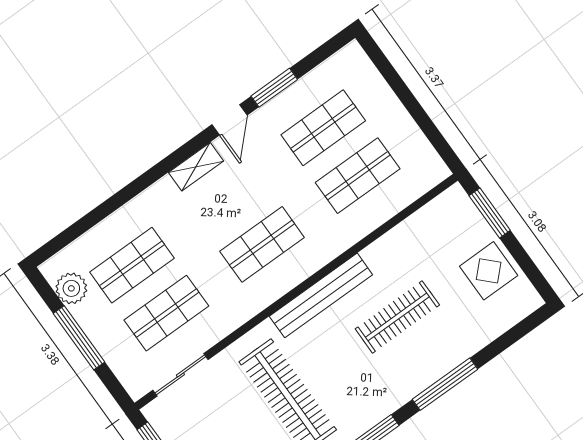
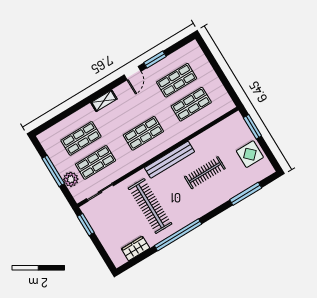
shelving: (196, 167) -> (104, 101), moved
plant: (71, 288) -> (71, 179), moved
window: (445, 384) -> (246, 194), moved

